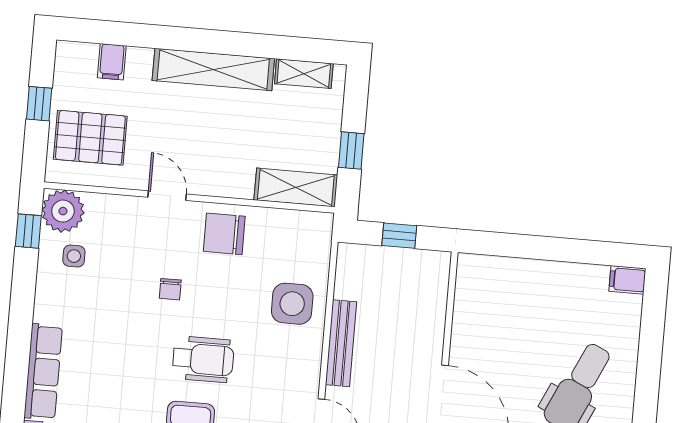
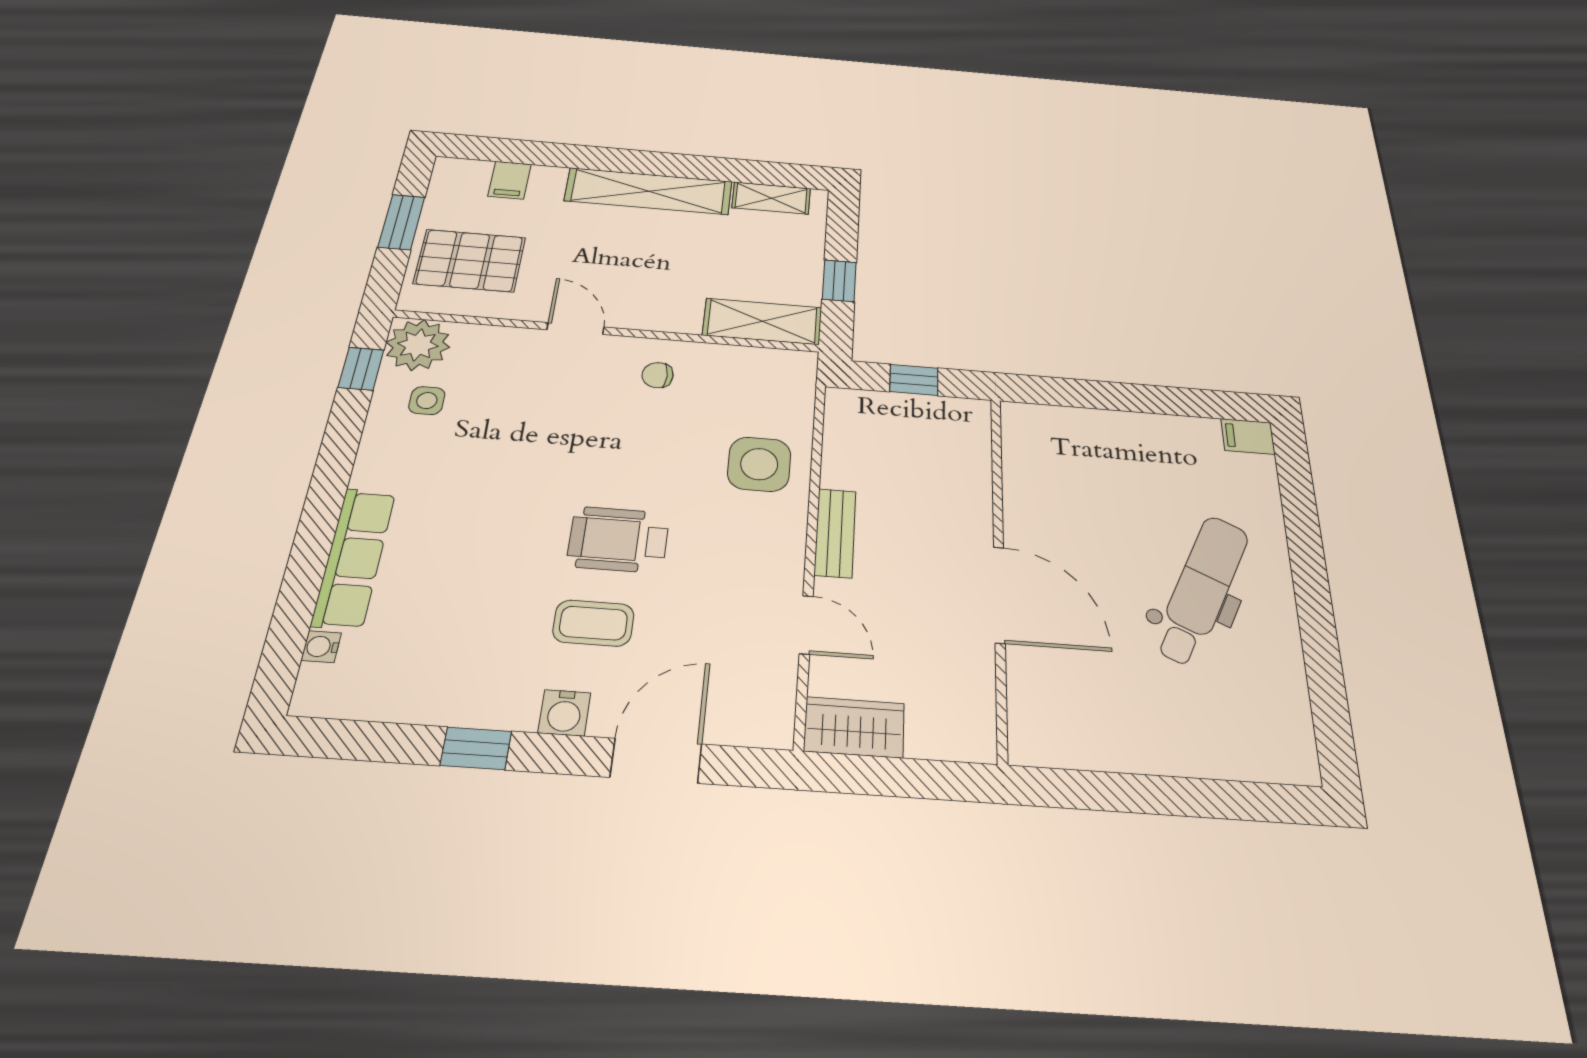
window: (39, 104) -> (401, 222), width x1.50
chair: (224, 234) -> (658, 375), width x0.54, depth x0.54
chair: (170, 289) -> (572, 444), removed
bench: (341, 343) -> (835, 533), width x0.73
wheelchair: (203, 359) -> (618, 540), turned 180

